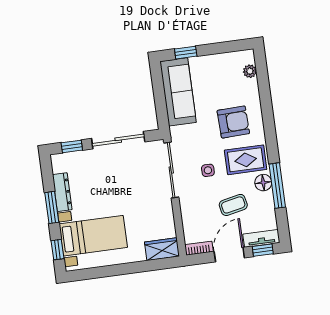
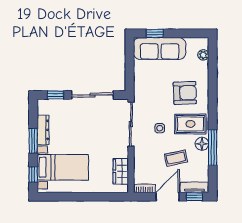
sofa: (178, 92) -> (160, 48), moved, turned 90
wardrobe: (162, 249) -> (121, 171), moved, turned -90

